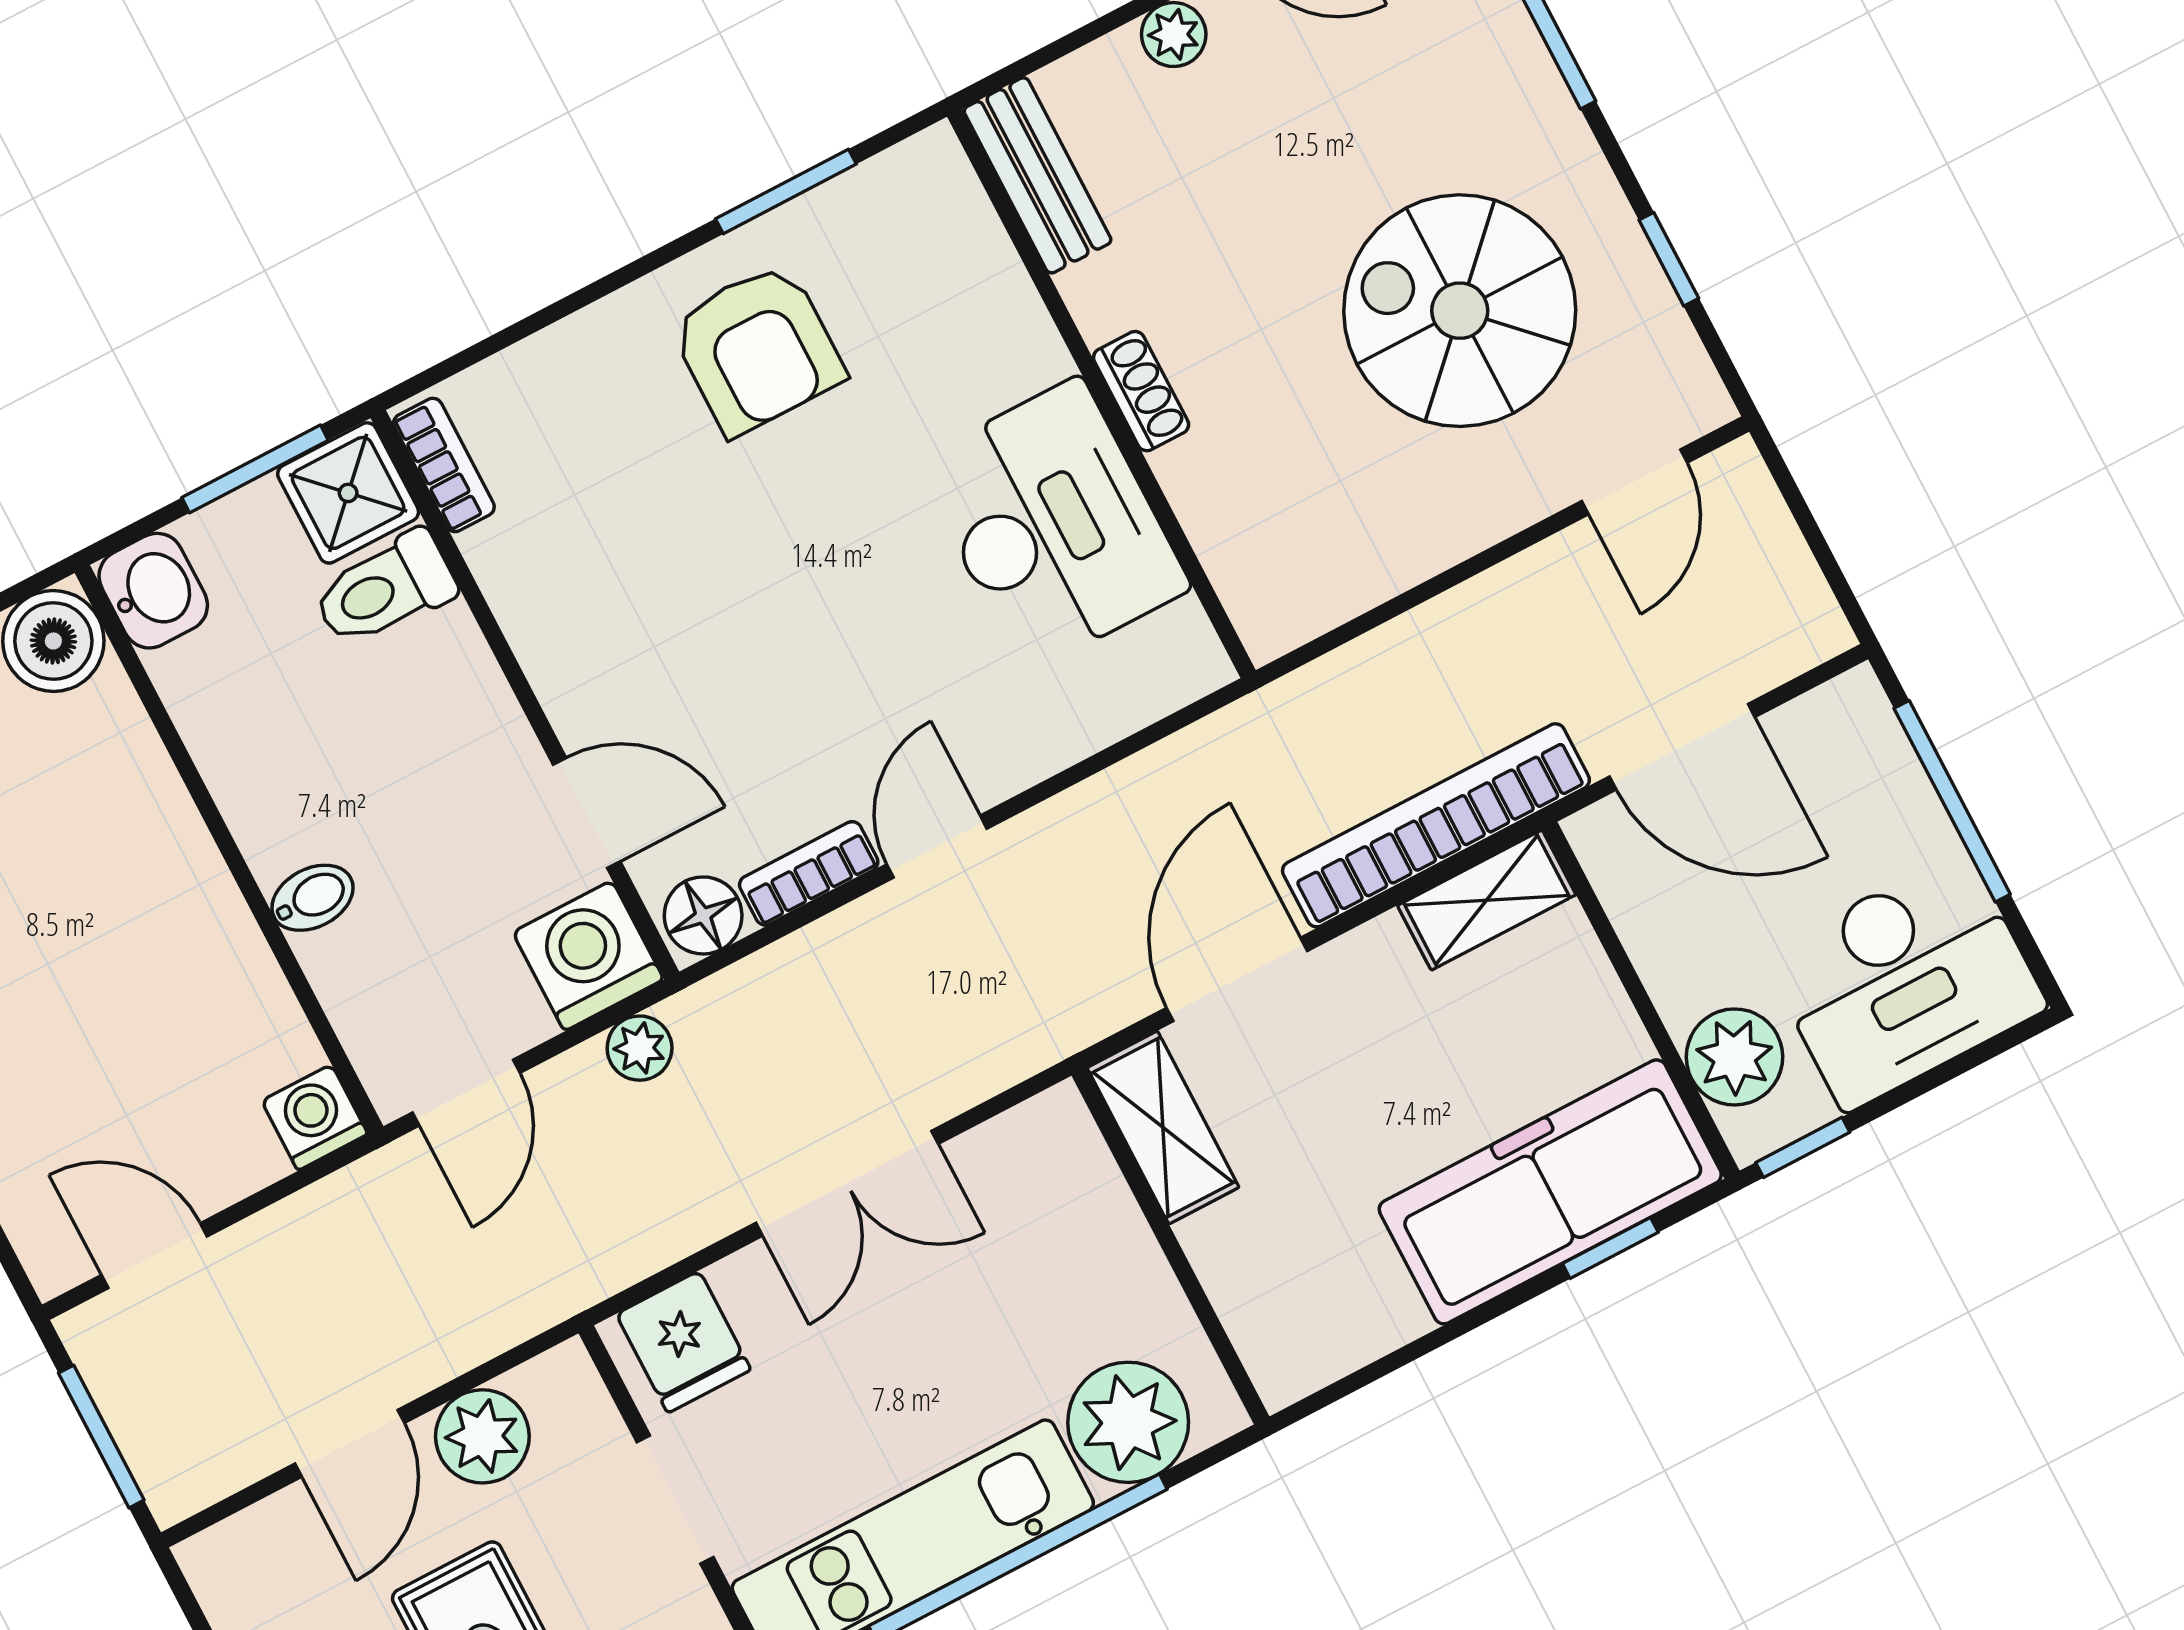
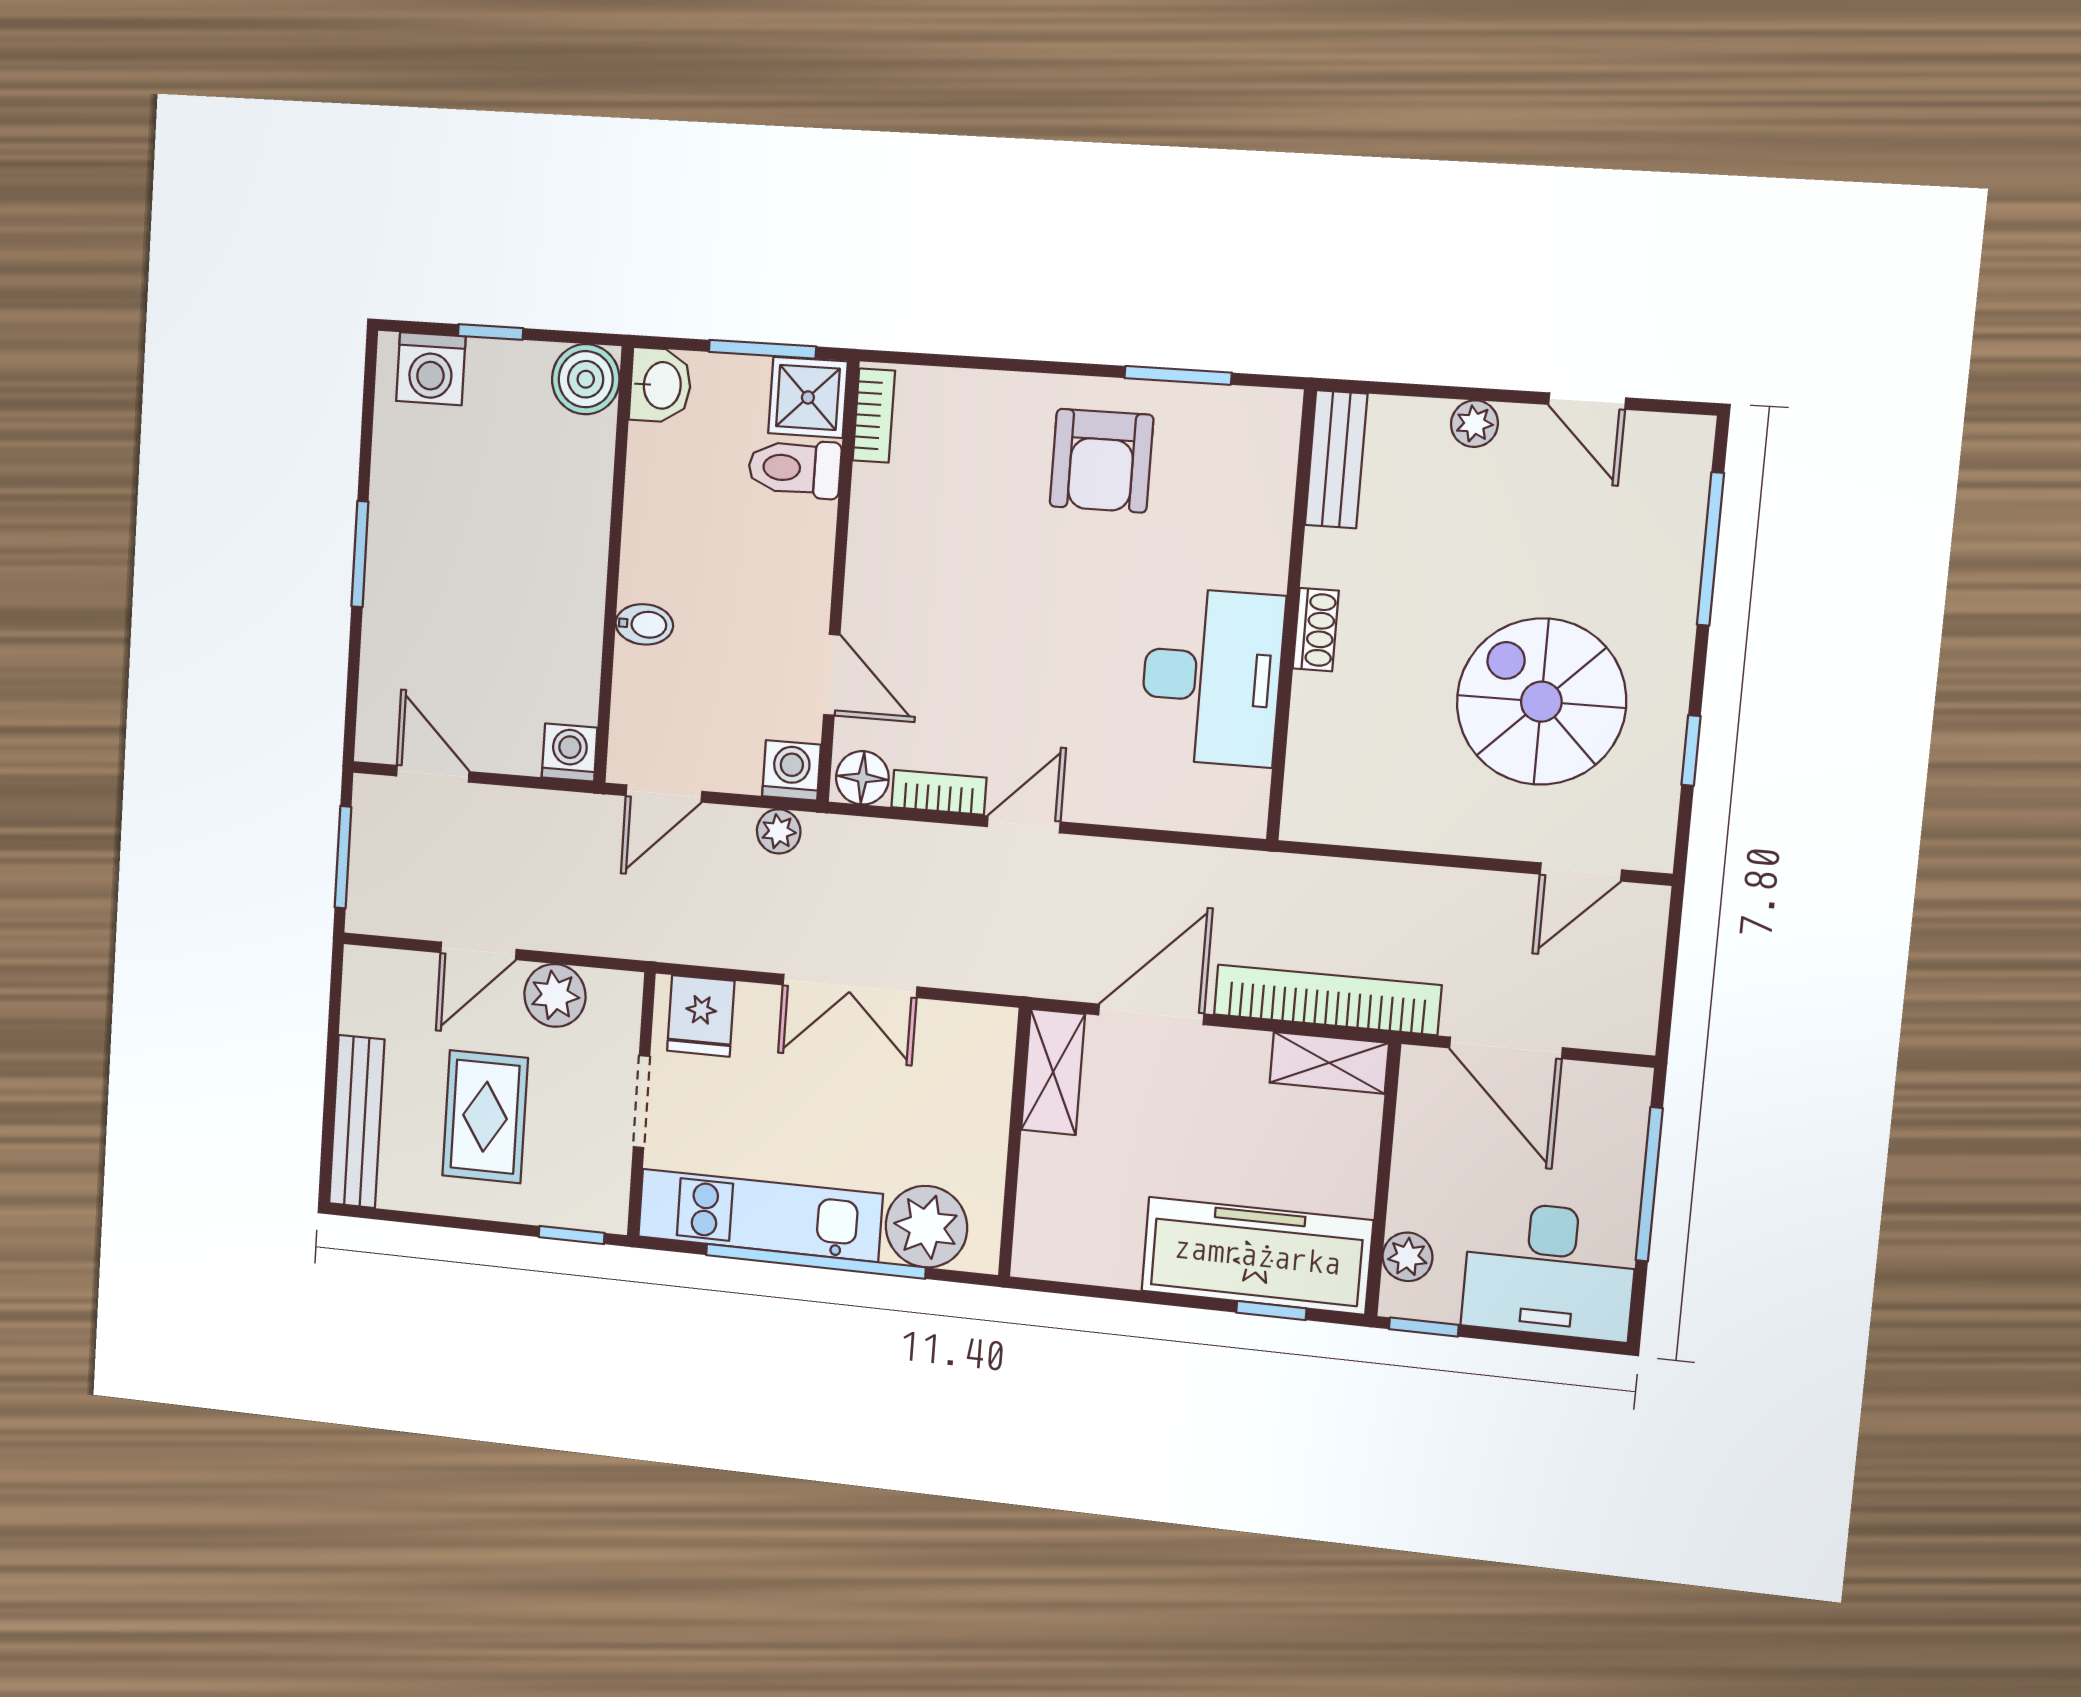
washing machine: (588, 956) -> (791, 770), width x0.73, depth x0.73
plant: (1734, 1057) -> (1407, 1257), width x0.73, depth x0.73

